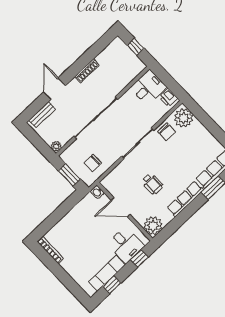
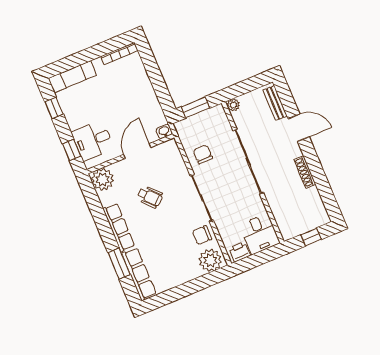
chair: (93, 163) -> (203, 154), moved
wheelchair: (152, 184) -> (150, 197), turned -133
exam couch: (107, 273) -> (72, 77), moved, turned 90

